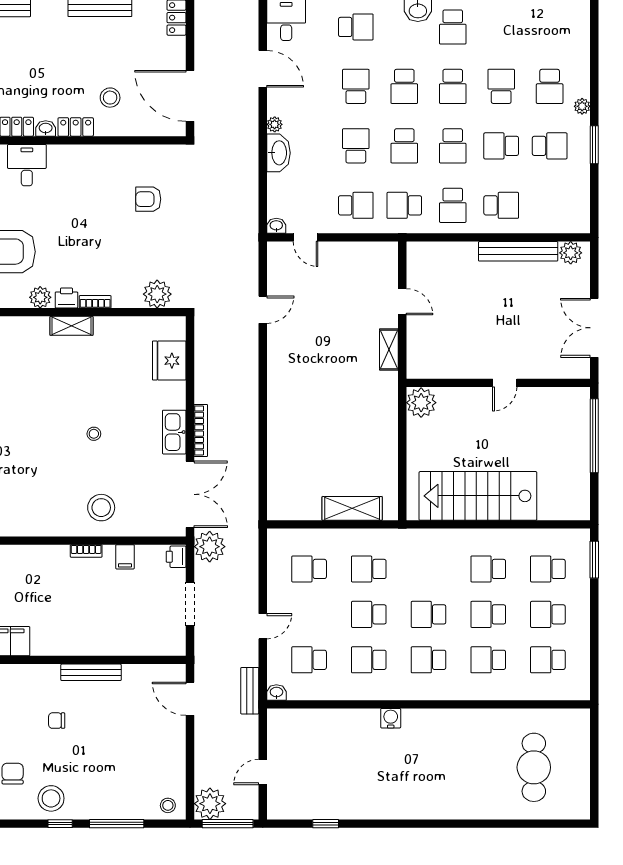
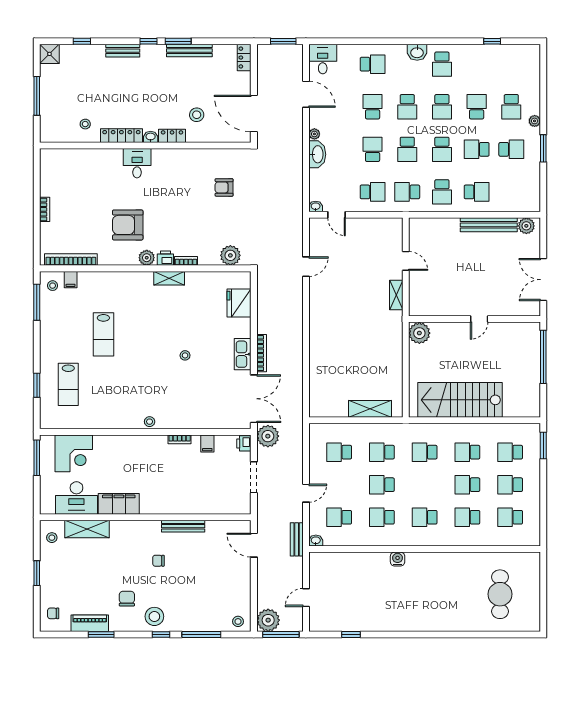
stool: (101, 508) -> (150, 422), moved, width x0.53, depth x0.53
school desk: (428, 614) -> (425, 452), moved

